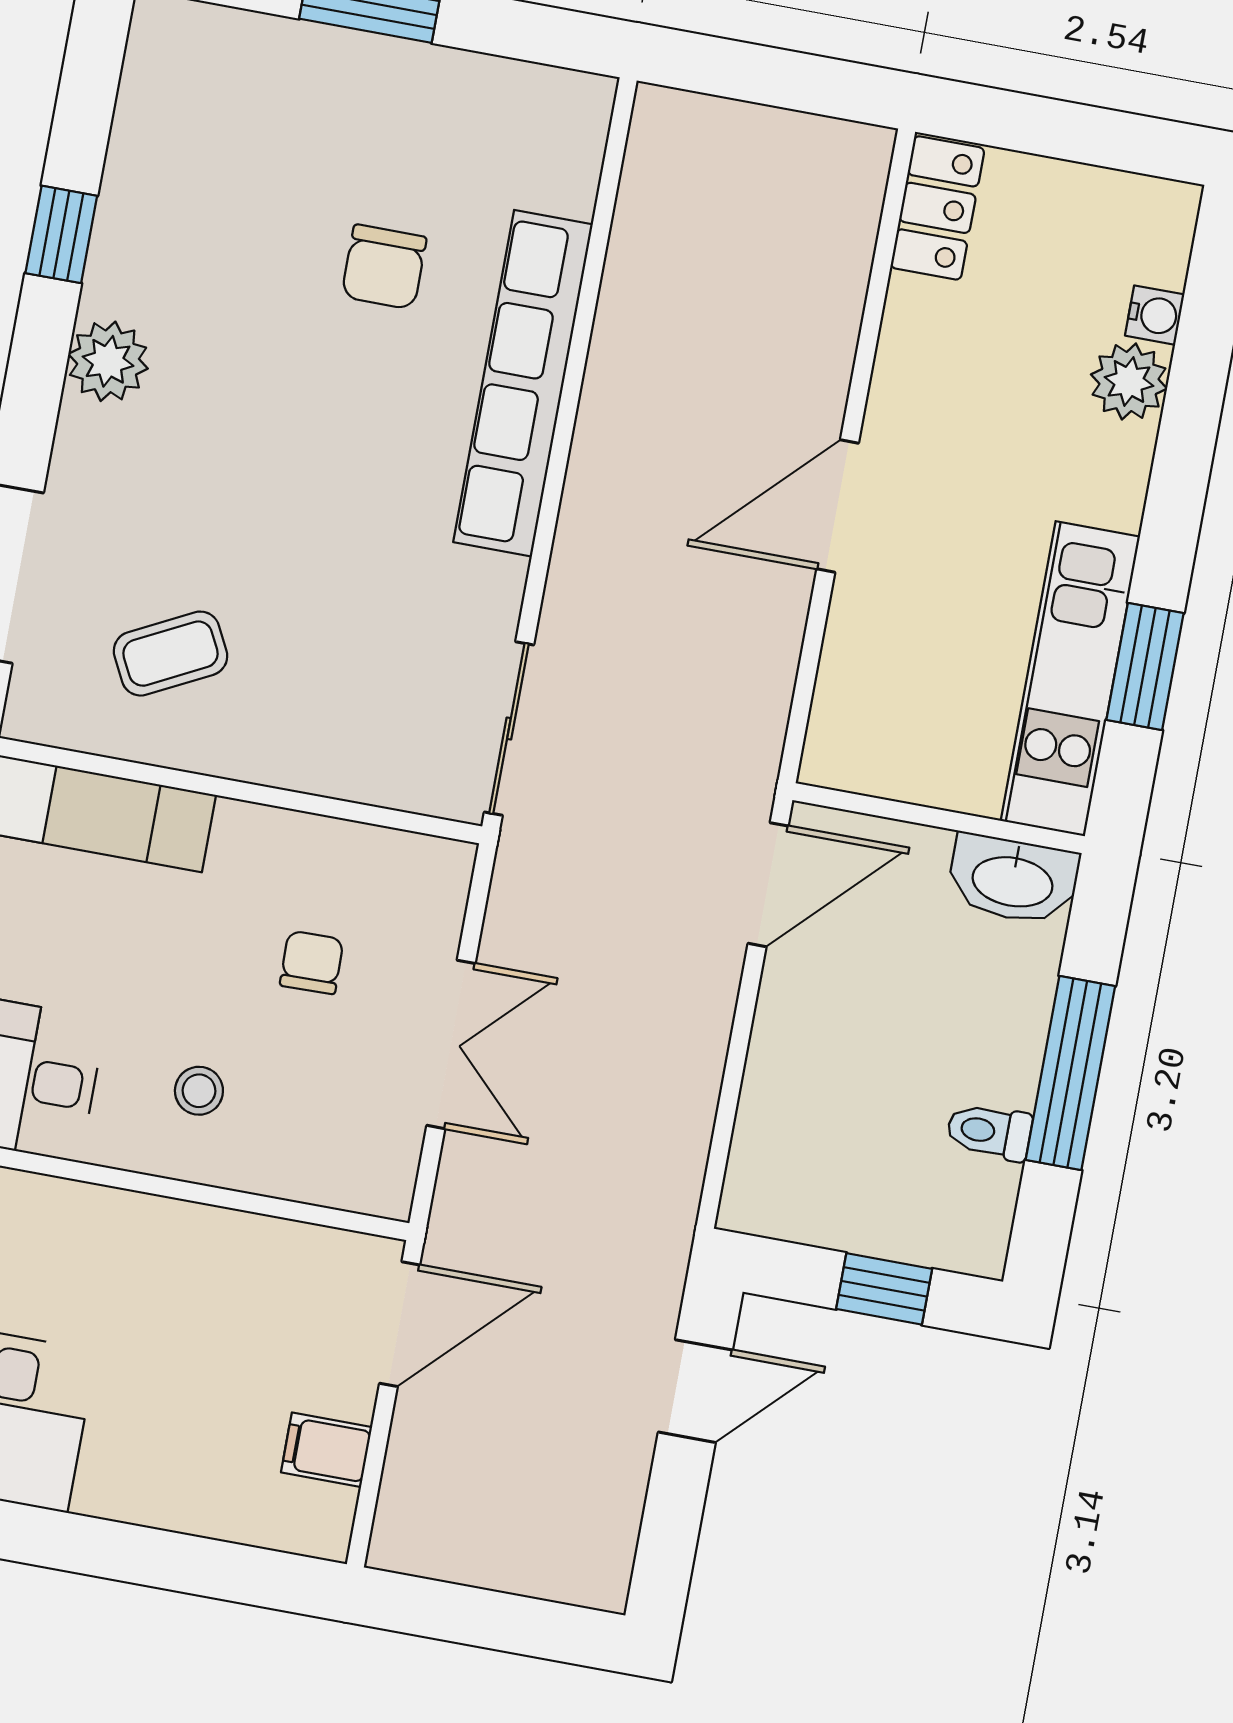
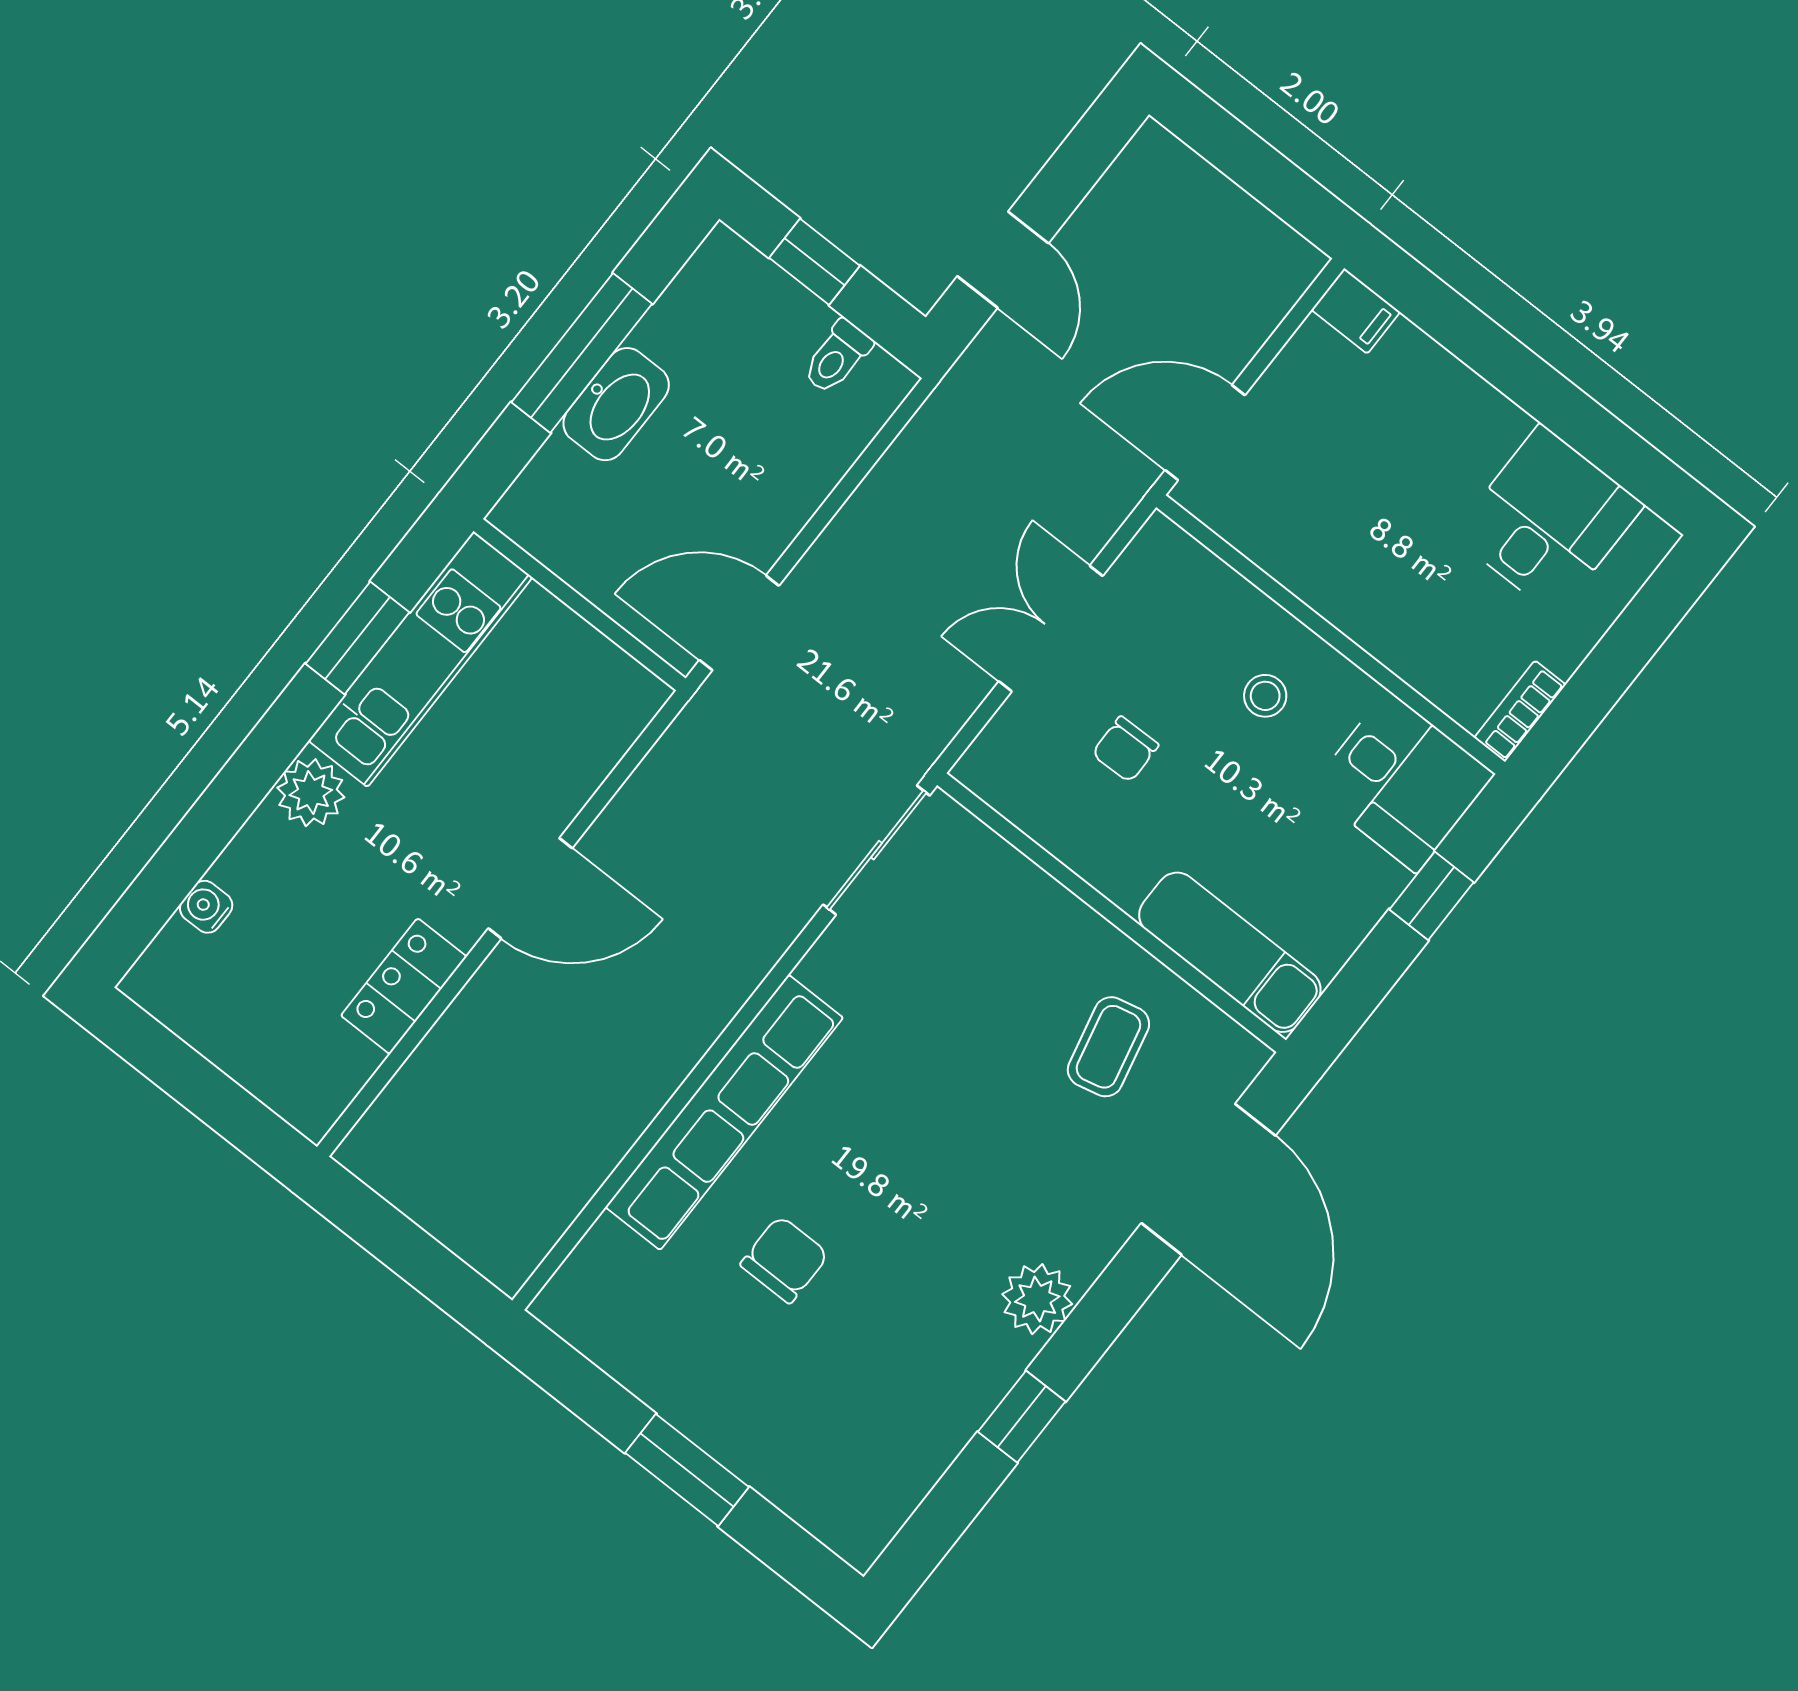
locker: (937, 208) -> (404, 986), moved
plant: (1129, 382) -> (311, 793), moved
coffee table: (170, 654) -> (1108, 1047), turned -76
washbasin: (1013, 880) -> (616, 404), moved, turned 90
toilet: (989, 1132) -> (837, 357), moved, turned 90
door: (695, 1391) -> (1003, 260), swing flipped
filing cabinet: (327, 1450) -> (1356, 311), moved

